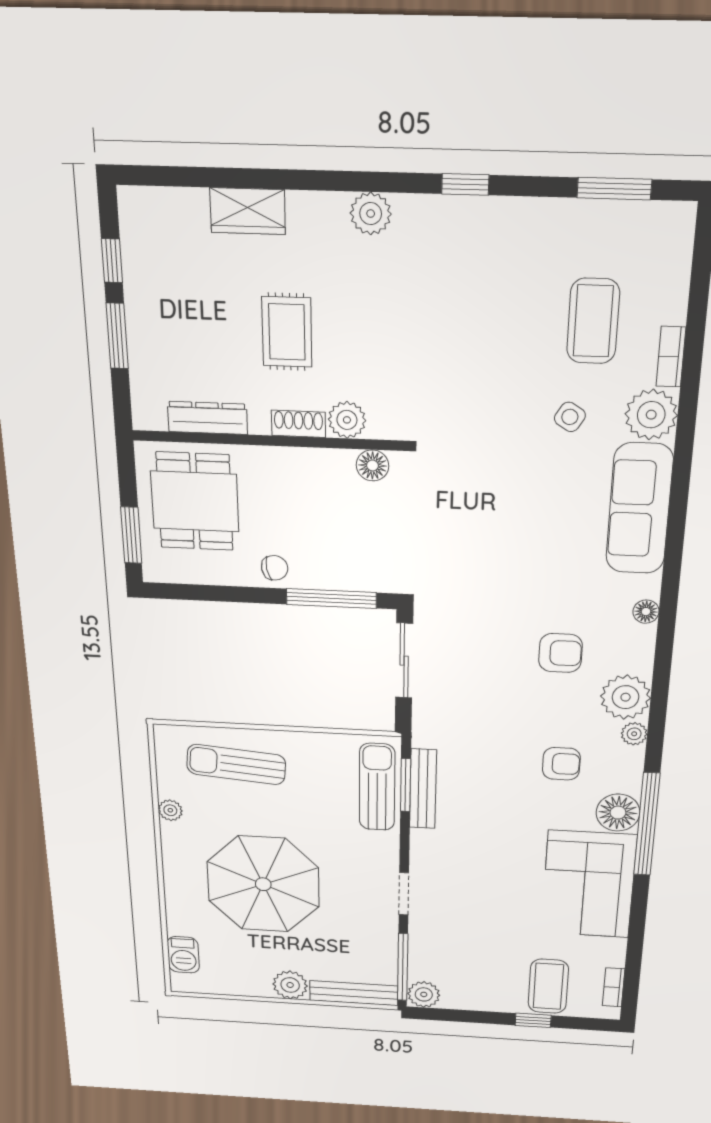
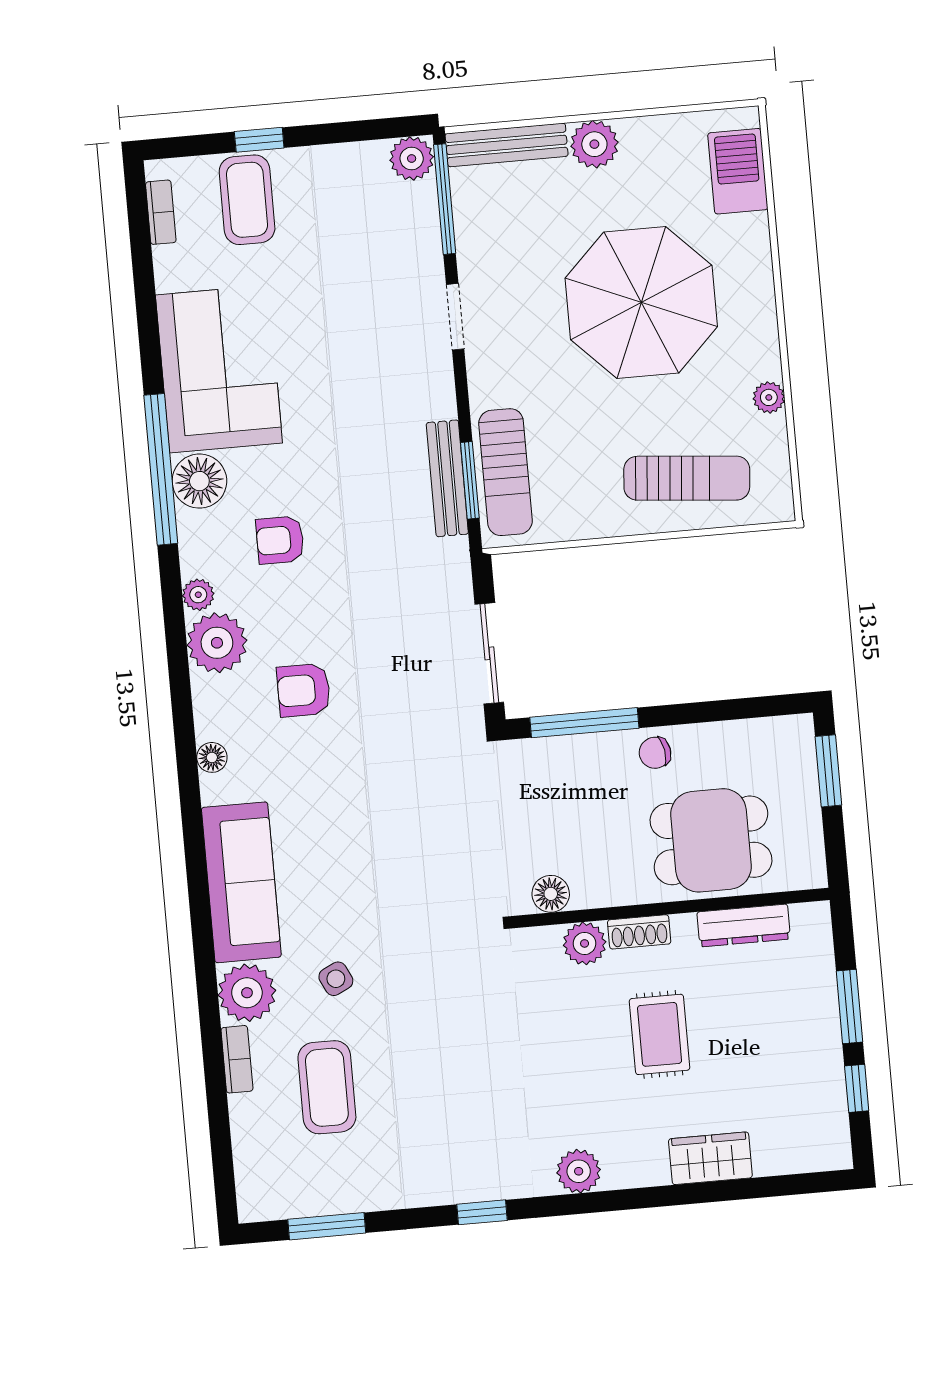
side table: (570, 417) -> (336, 979), turned 32
dining table: (195, 501) -> (711, 840), moved, turned 90
barbecue: (183, 955) -> (738, 171), width x1.38, depth x1.27

